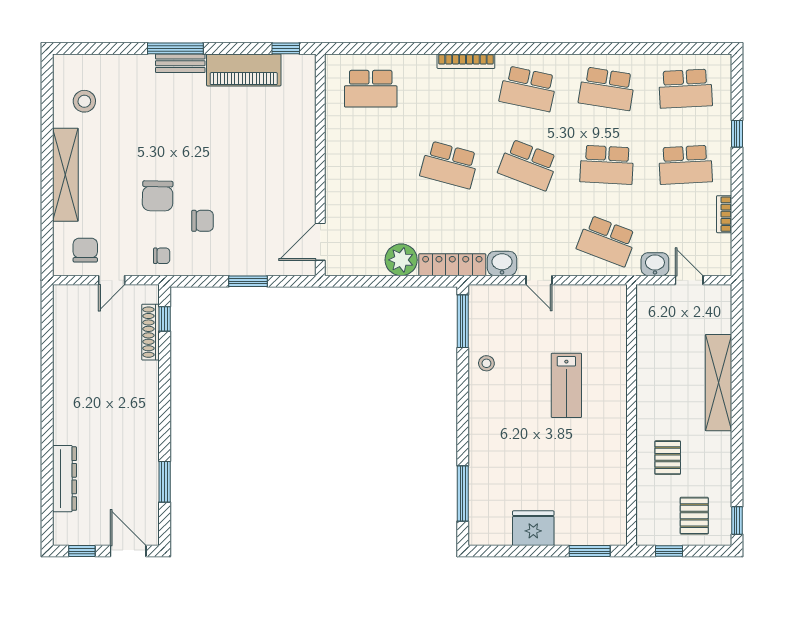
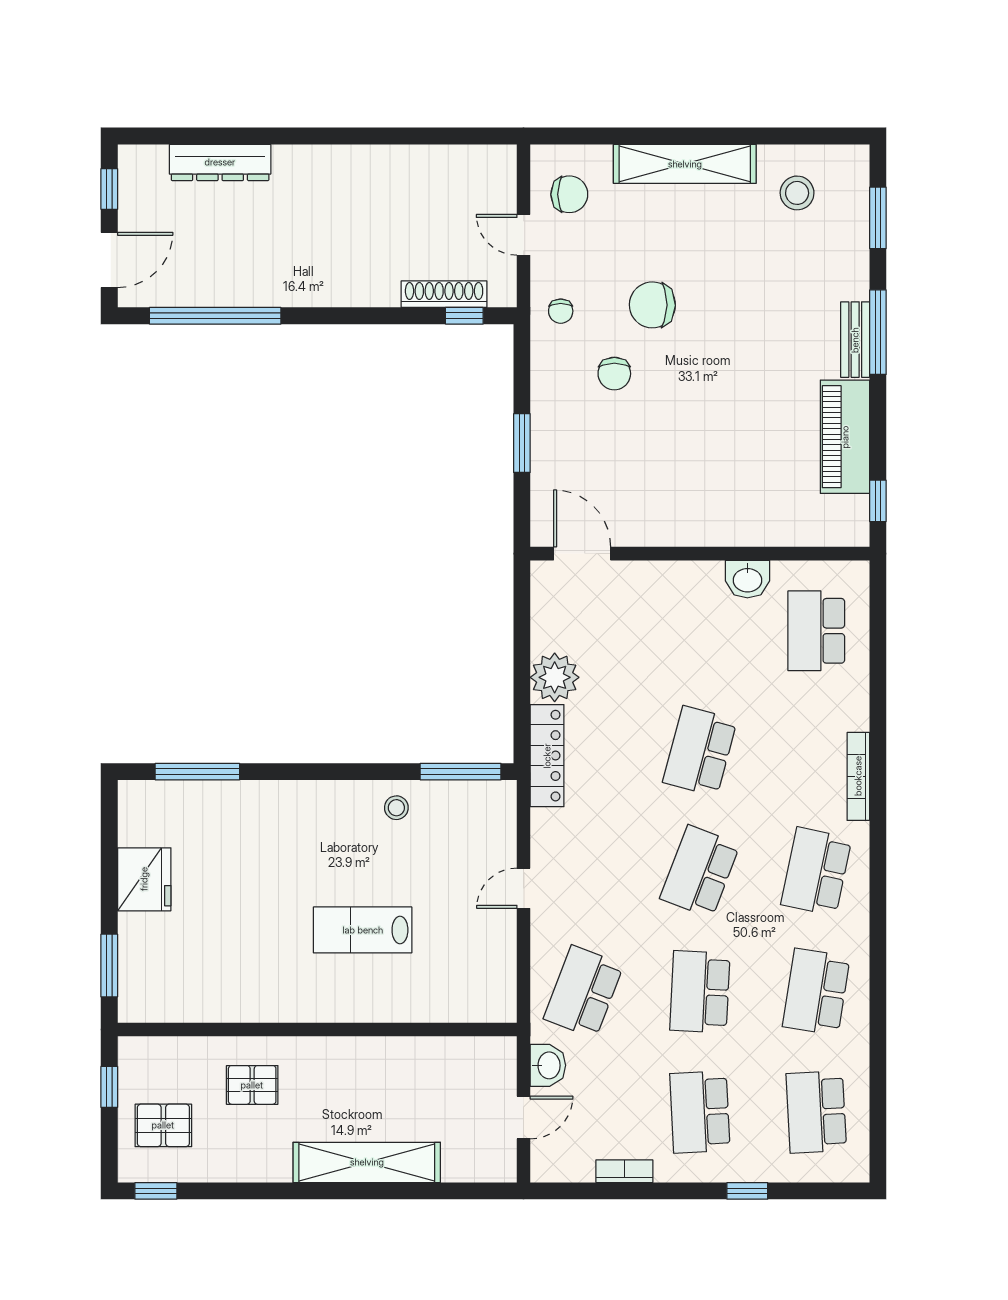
window: (101, 48) -> (878, 218), added
washbasin: (502, 263) -> (747, 579), moved, turned 90
window: (165, 482) -> (215, 316), width x2.11

